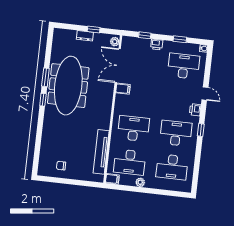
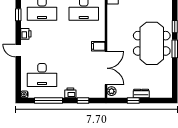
window: (180, 39) -> (49, 101), width x2.17
meeting table: (68, 86) -> (152, 43), width x0.73

